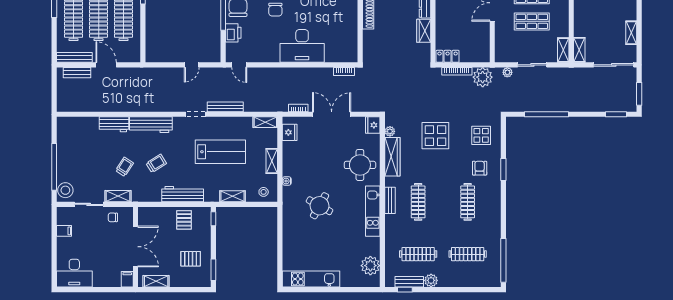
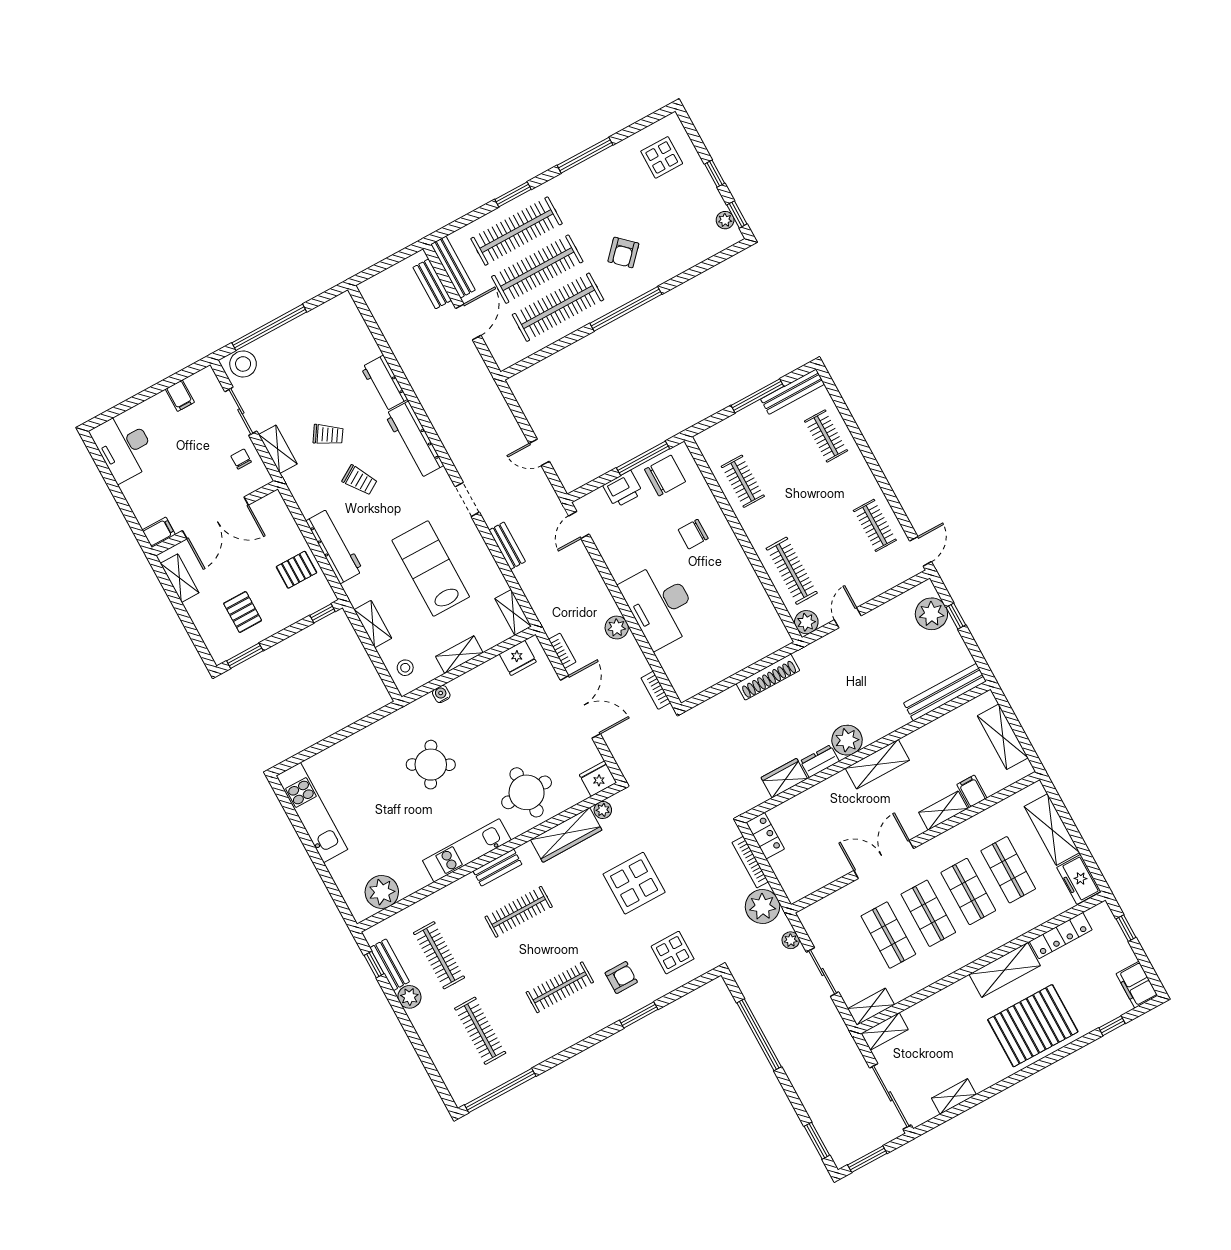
plant: (301, 74) -> (617, 628), added
bench: (225, 107) -> (507, 546), width x0.73
lab bench: (220, 152) -> (431, 569), turned 180

